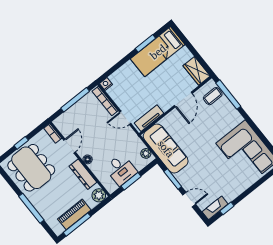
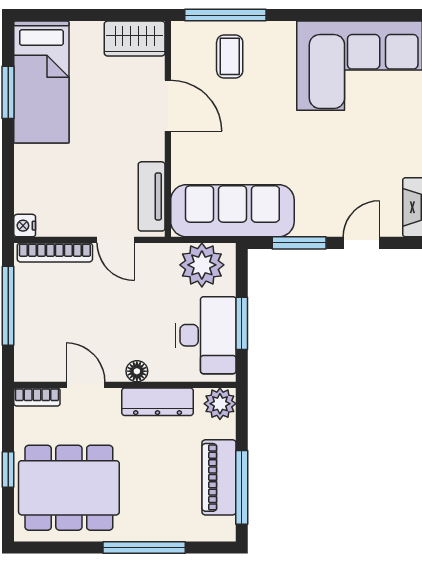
coffee table: (213, 96) -> (230, 56), moved
door: (125, 118) -> (116, 240), hinge flipped
plant: (146, 153) -> (202, 265), width x1.87, depth x1.87
desk: (121, 170) -> (206, 335), width x1.37

